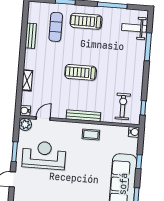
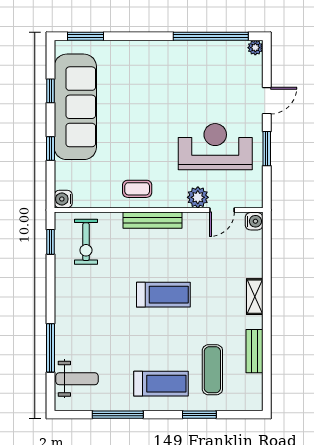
shelving: (27, 80) -> (255, 297), moved
plant: (25, 124) -> (198, 197), moved
reception desk: (44, 155) -> (215, 147), turned 180

